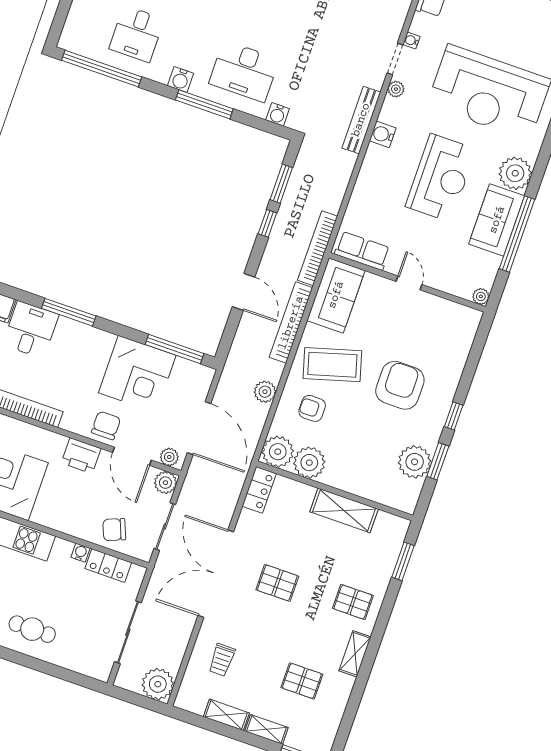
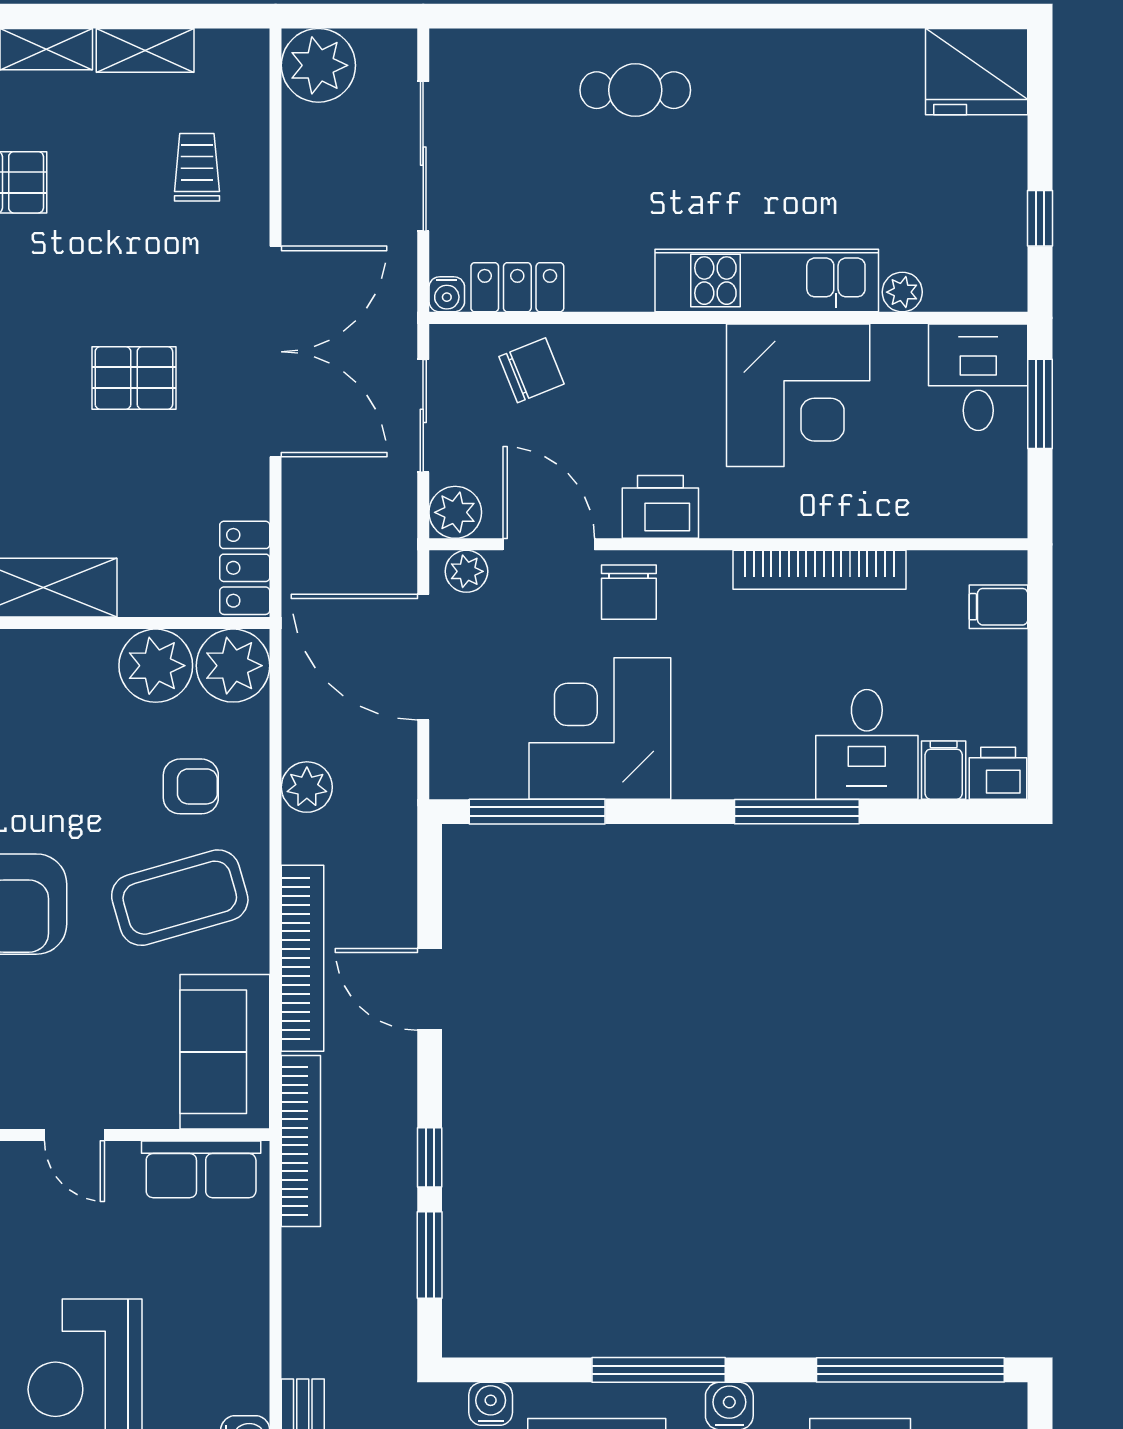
water cooler: (80, 553) -> (447, 294), moved

